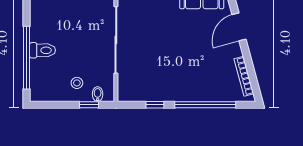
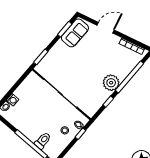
door: (239, 27) -> (106, 28), swing flipped
toilet: (43, 50) -> (43, 141), moved
plant: (180, 89) -> (111, 83), added

